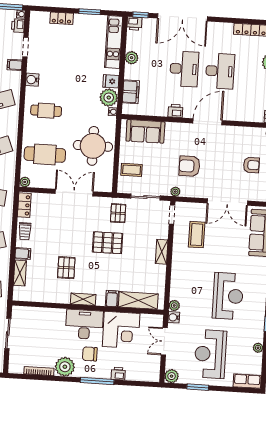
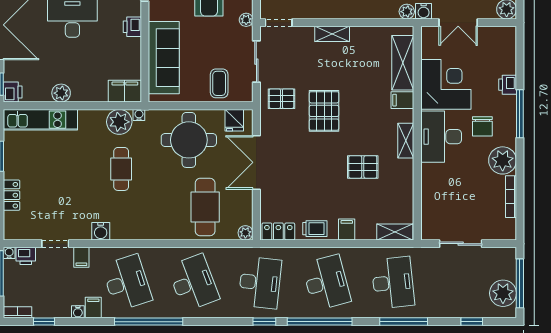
fridge: (111, 81) -> (234, 120), moved
filing cabinet: (131, 92) -> (125, 91), moved
cafe table: (46, 111) -> (121, 169), moved
sofa: (145, 131) -> (164, 58), width x1.36
shelving: (20, 273) -> (395, 232), moved

